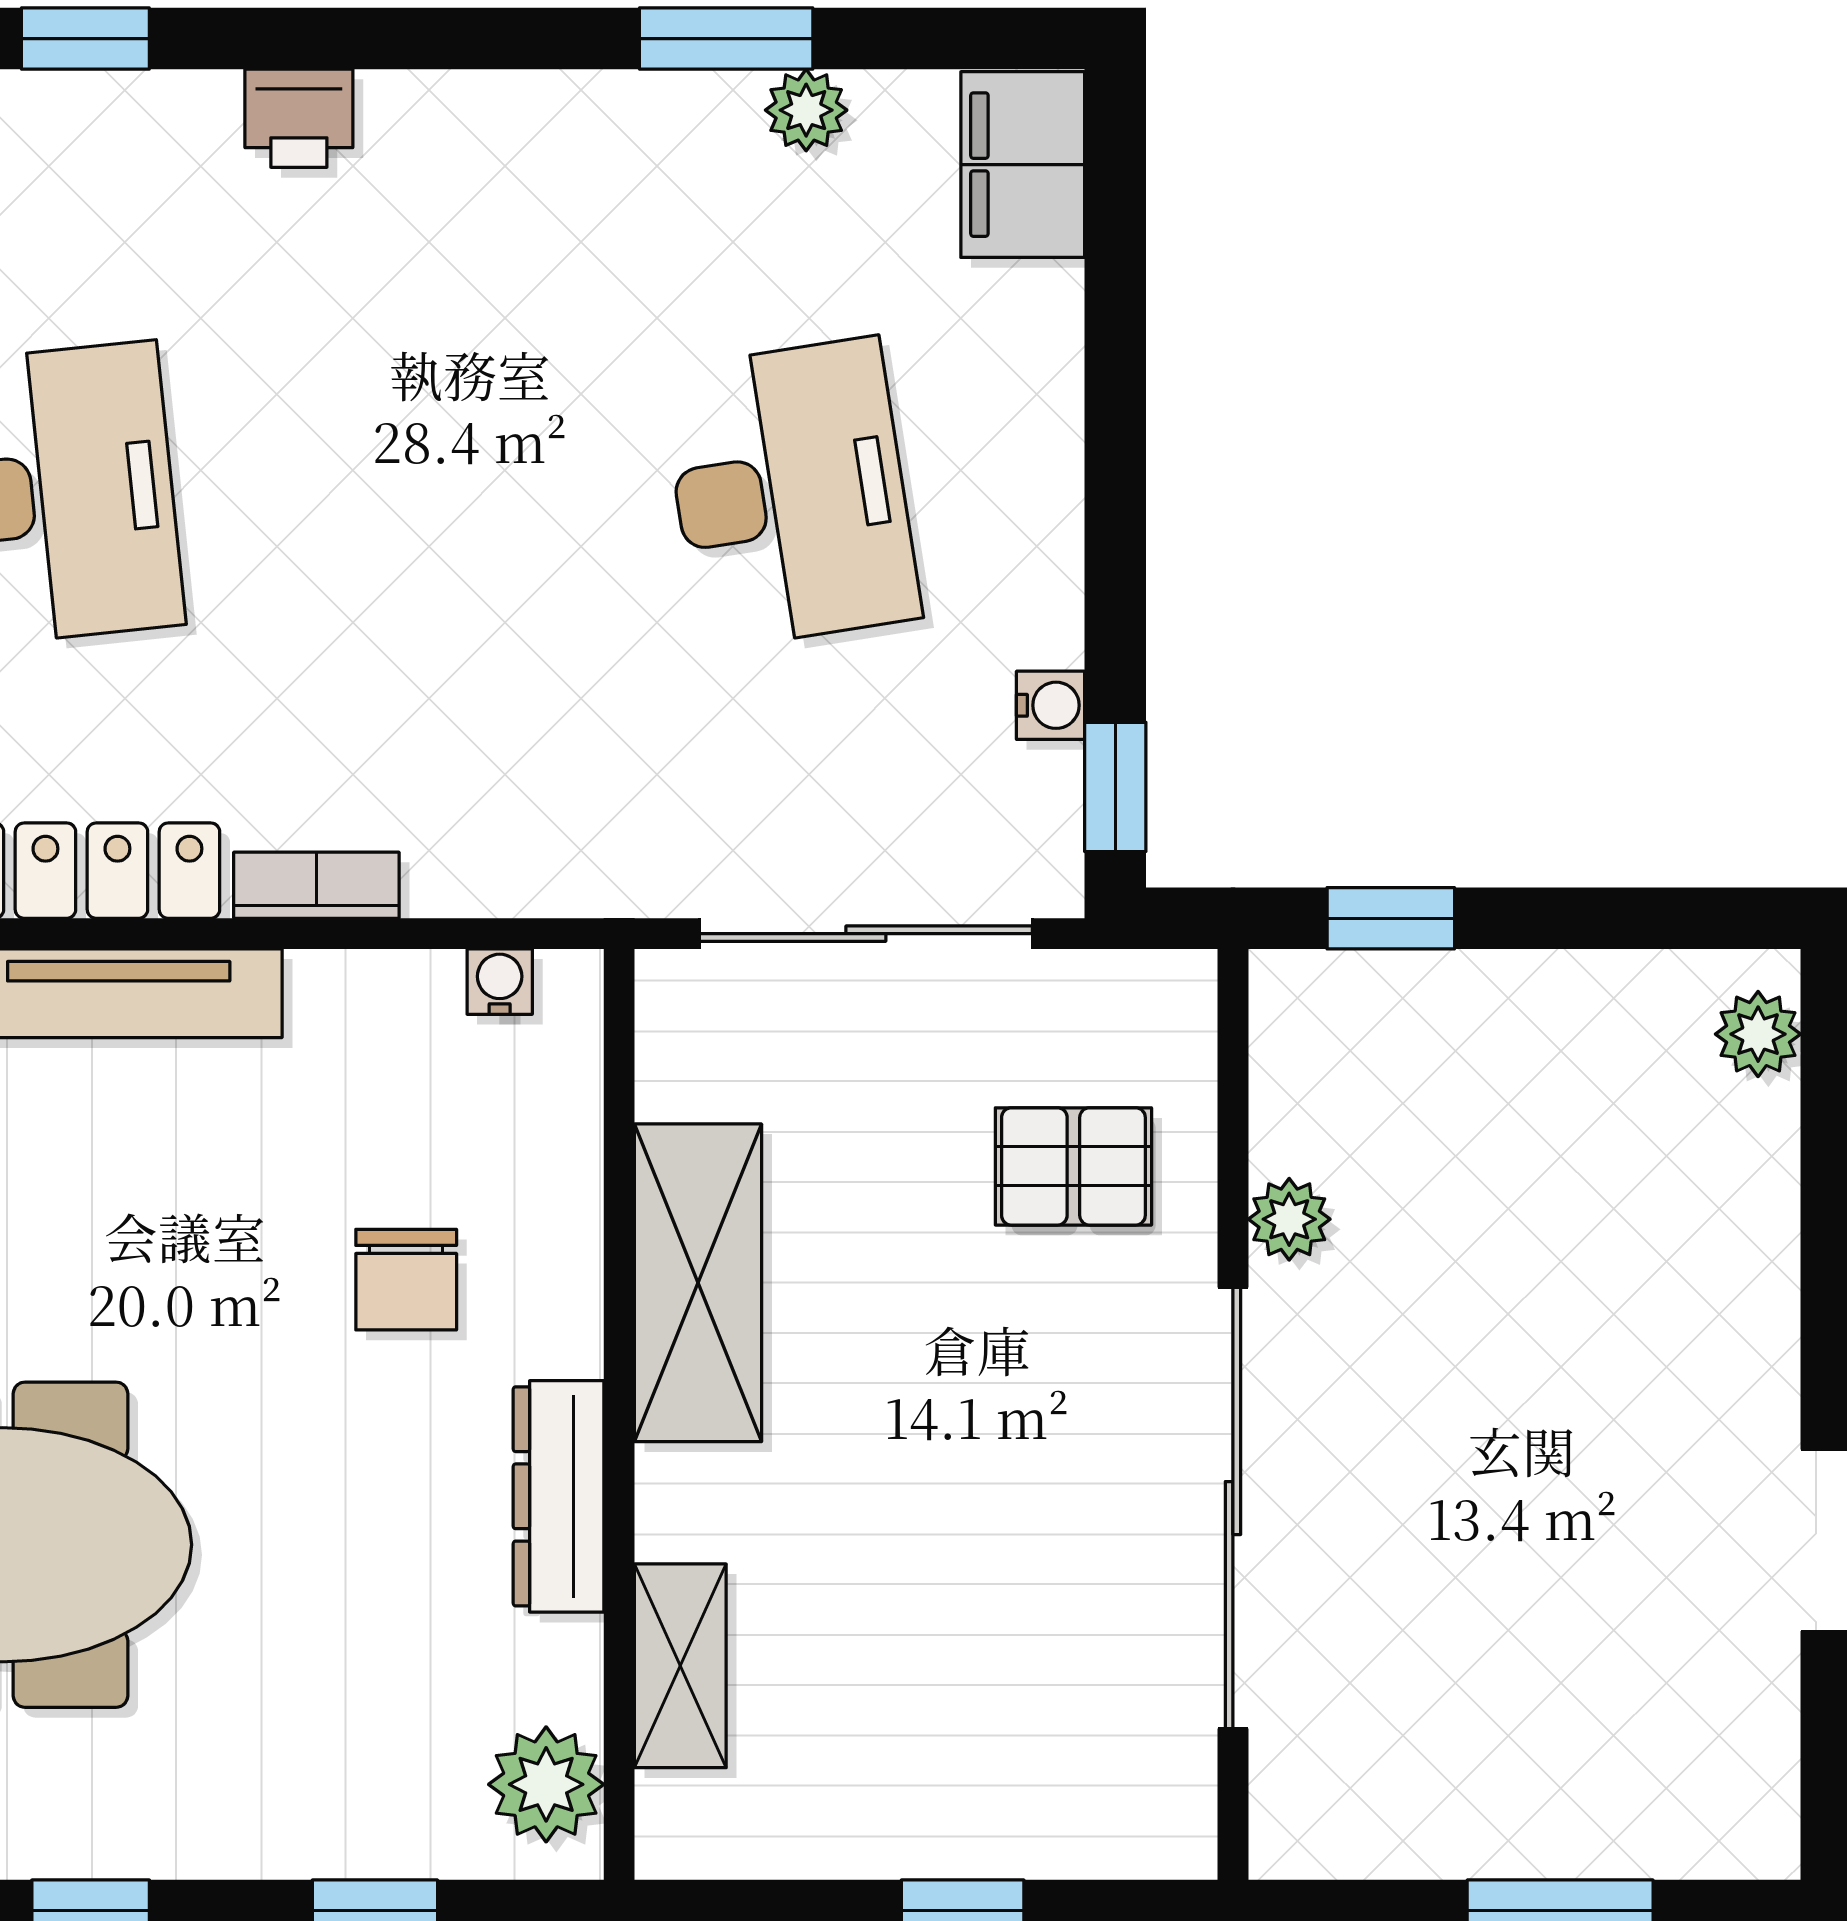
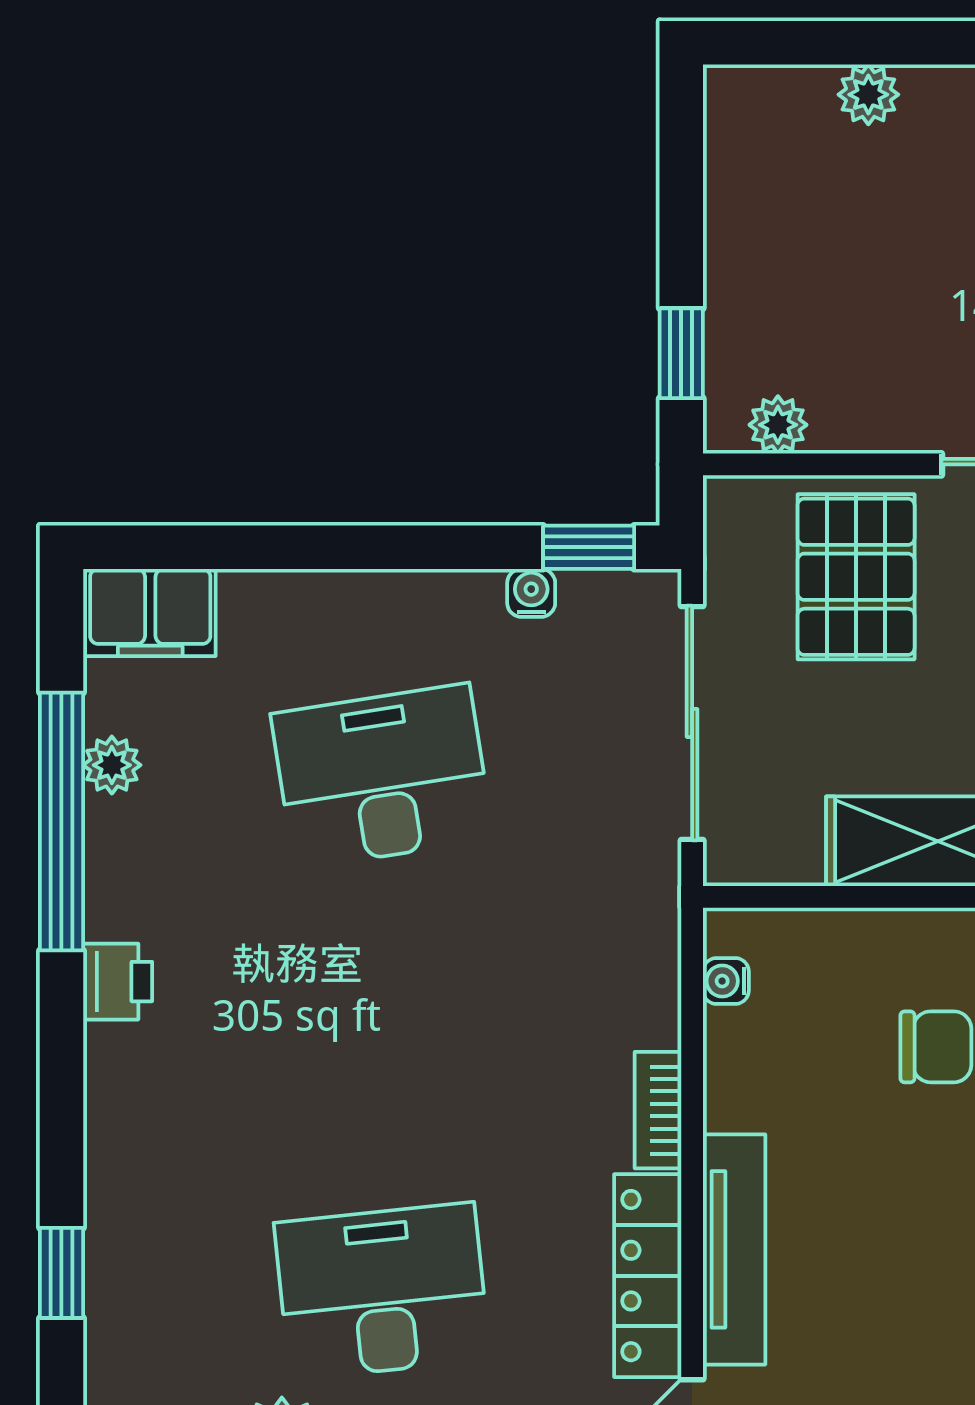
window: (726, 39) -> (61, 821), width x2.11
printer: (299, 118) -> (118, 982), moved
plant: (1758, 1034) -> (868, 95), moved
pallet: (1073, 1166) -> (856, 577), width x1.50, depth x1.42
plant: (1289, 1219) -> (778, 425), moved

